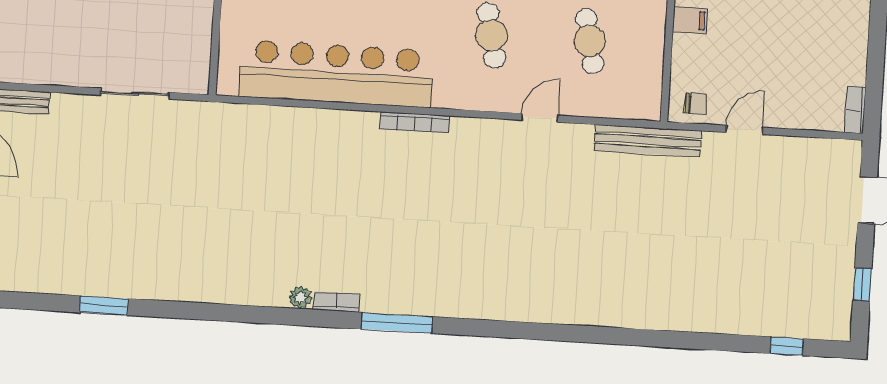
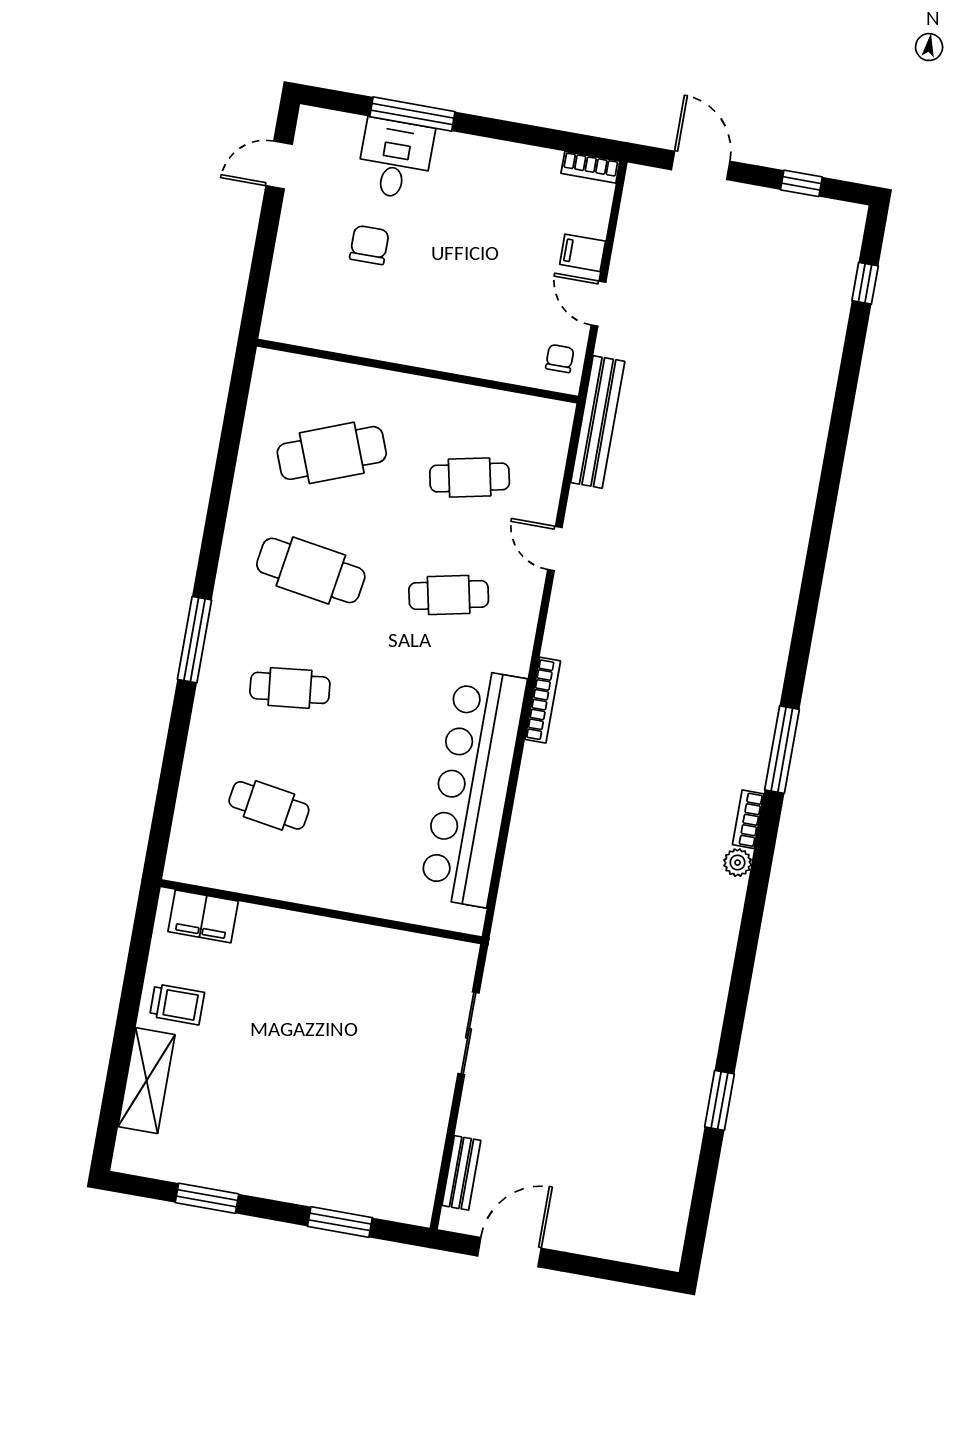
filing cabinet: (690, 20) -> (583, 253), moved, turned -90

